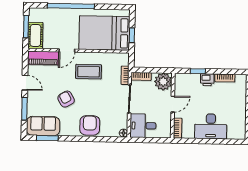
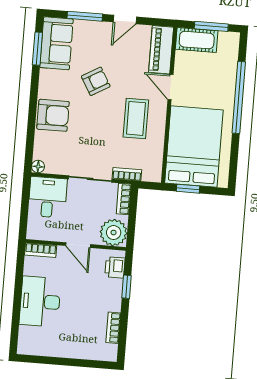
printer: (207, 80) -> (115, 267), moved

